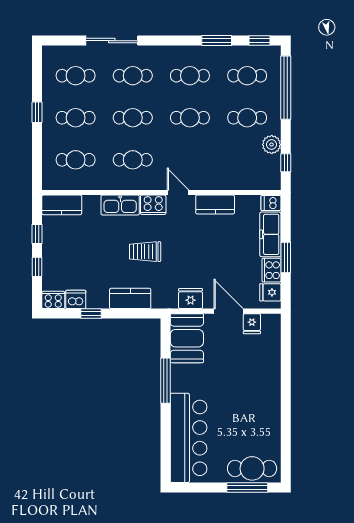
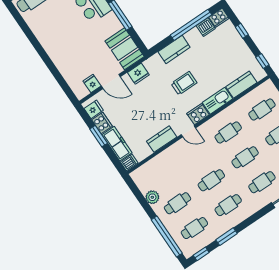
window: (286, 163) -> (137, 192), removed
kitchen counter: (62, 205) -> (241, 85), moved
window: (37, 234) -> (262, 61), moved
window: (91, 314) -> (191, 25), width x3.17

